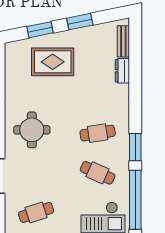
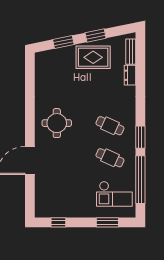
rug: (53, 62) -> (93, 57), moved
cafe table: (98, 133) -> (110, 126), turned 33
cafe table: (36, 212) -> (60, 190), removed

